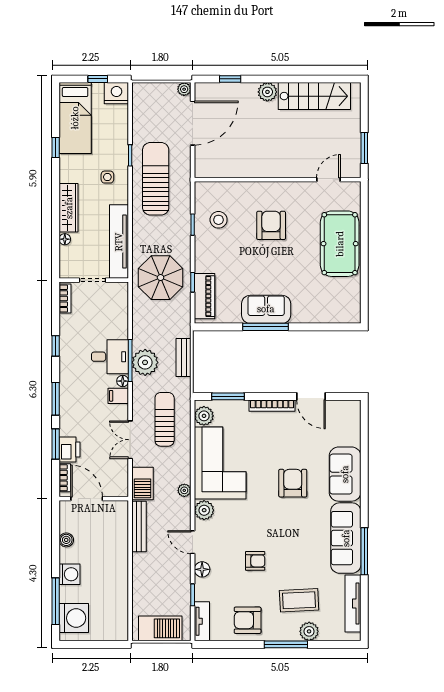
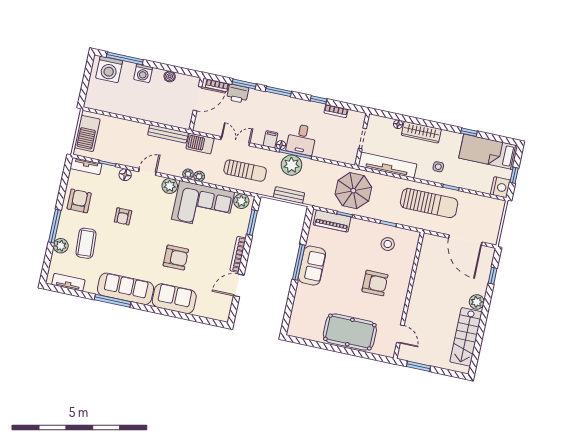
plant: (184, 89) -> (199, 176), moved
bookcase: (65, 299) -> (336, 111), moved
tv unit: (353, 604) -> (68, 282), width x0.71

